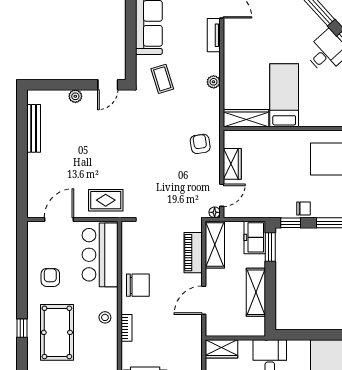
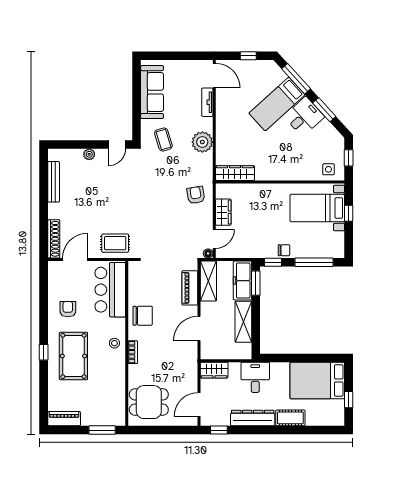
plant: (214, 82) -> (202, 142), width x1.87, depth x1.87
bed: (284, 95) -> (277, 104), moved, turned -132
shoe rack: (34, 195) -> (54, 239), added
freezer: (255, 237) -> (242, 281), width x1.40

